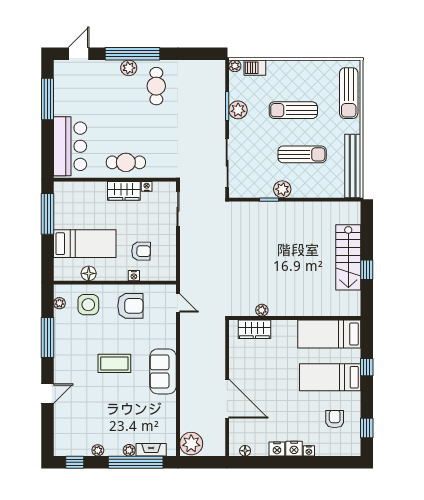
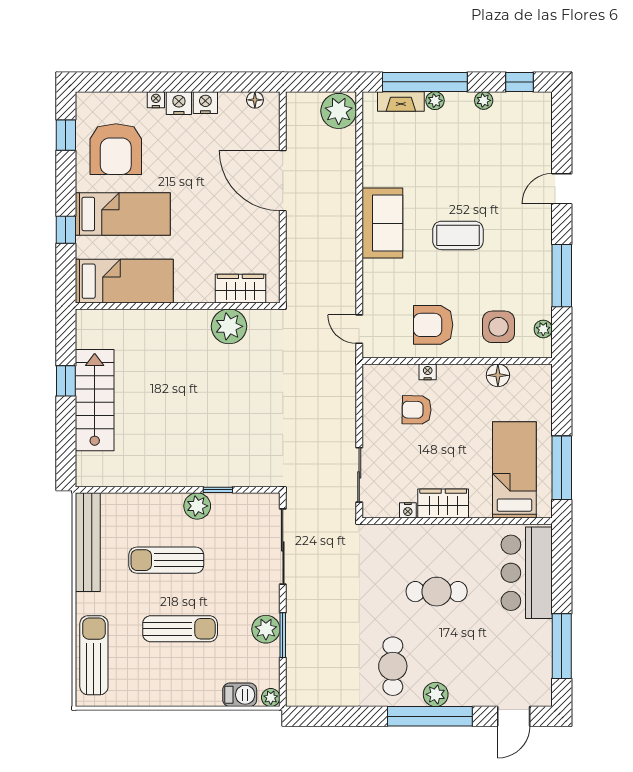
cafe table: (126, 162) -> (437, 592), moved
bed: (85, 244) -> (514, 470), moved, turned 90
plant: (262, 310) -> (229, 326), width x1.88, depth x1.88
armchair: (335, 419) -> (116, 149), width x1.88, depth x1.88

